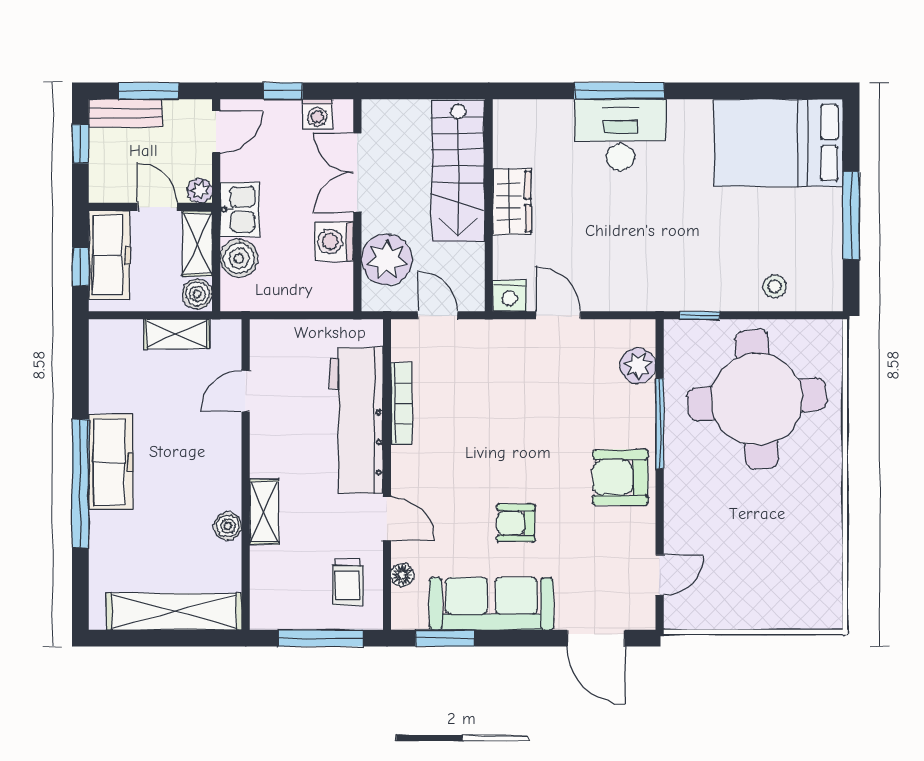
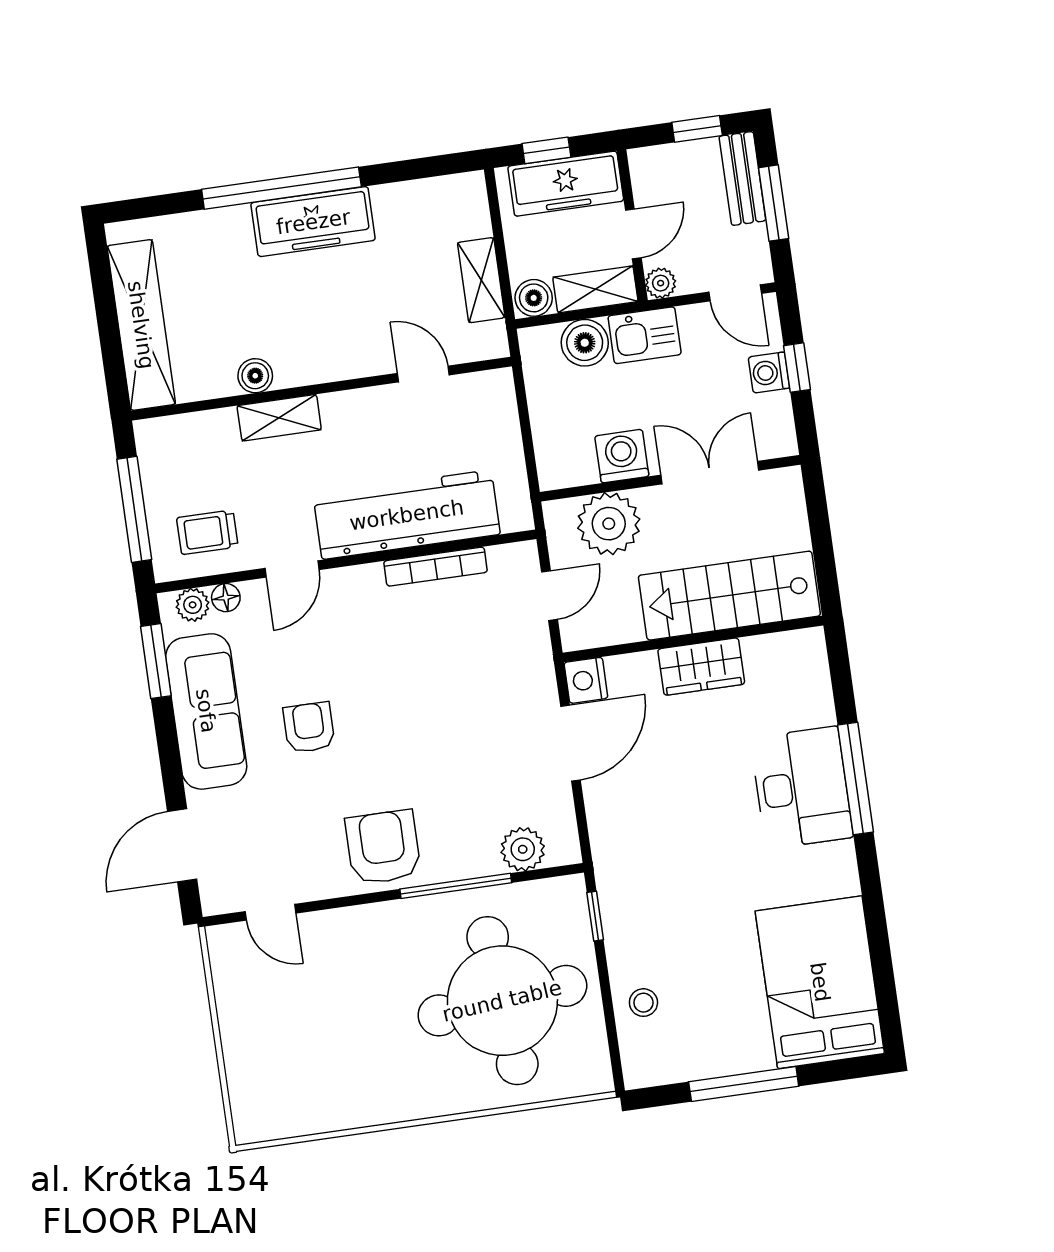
washing machine: (317, 114) -> (769, 372), moved
door: (558, 315) -> (571, 743), width x1.38
plant: (404, 602) -> (193, 605), added

